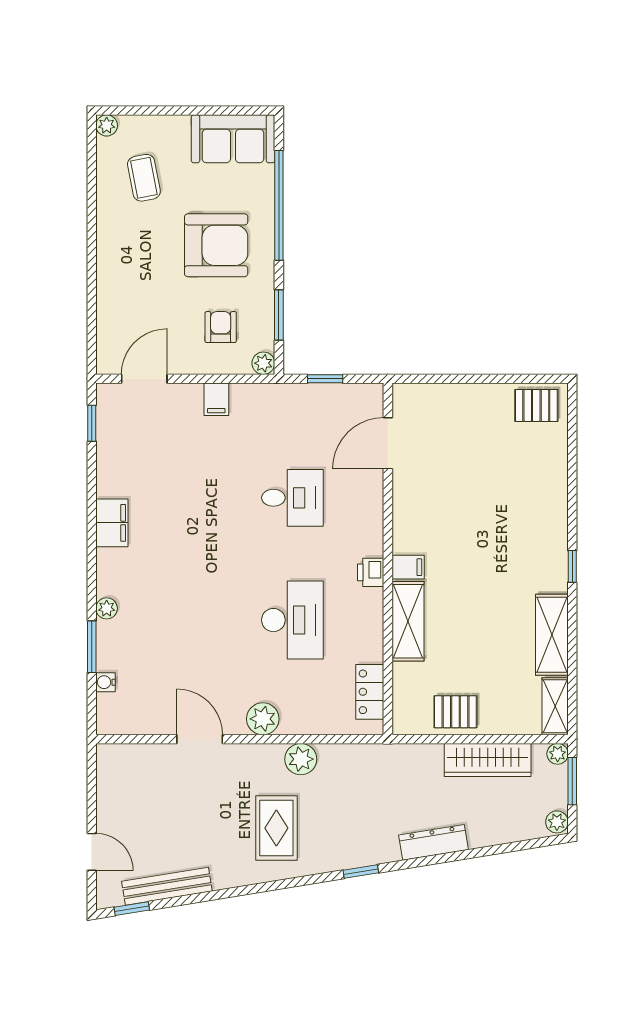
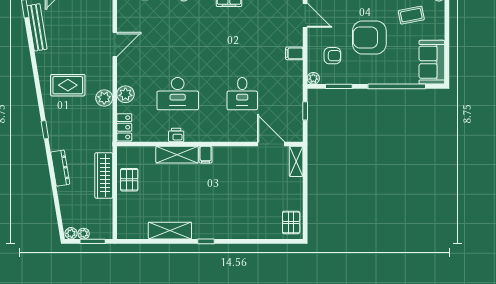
armchair: (216, 245) -> (369, 37), moved, turned 90
printer: (371, 572) -> (176, 135), moved
locker: (370, 692) -> (124, 127), moved, turned 90
shelving: (555, 706) -> (296, 161), moved, turned 90
plant: (263, 719) -> (125, 94), moved
plant: (558, 754) -> (84, 234), moved
wardrobe: (488, 760) -> (104, 175), moved

